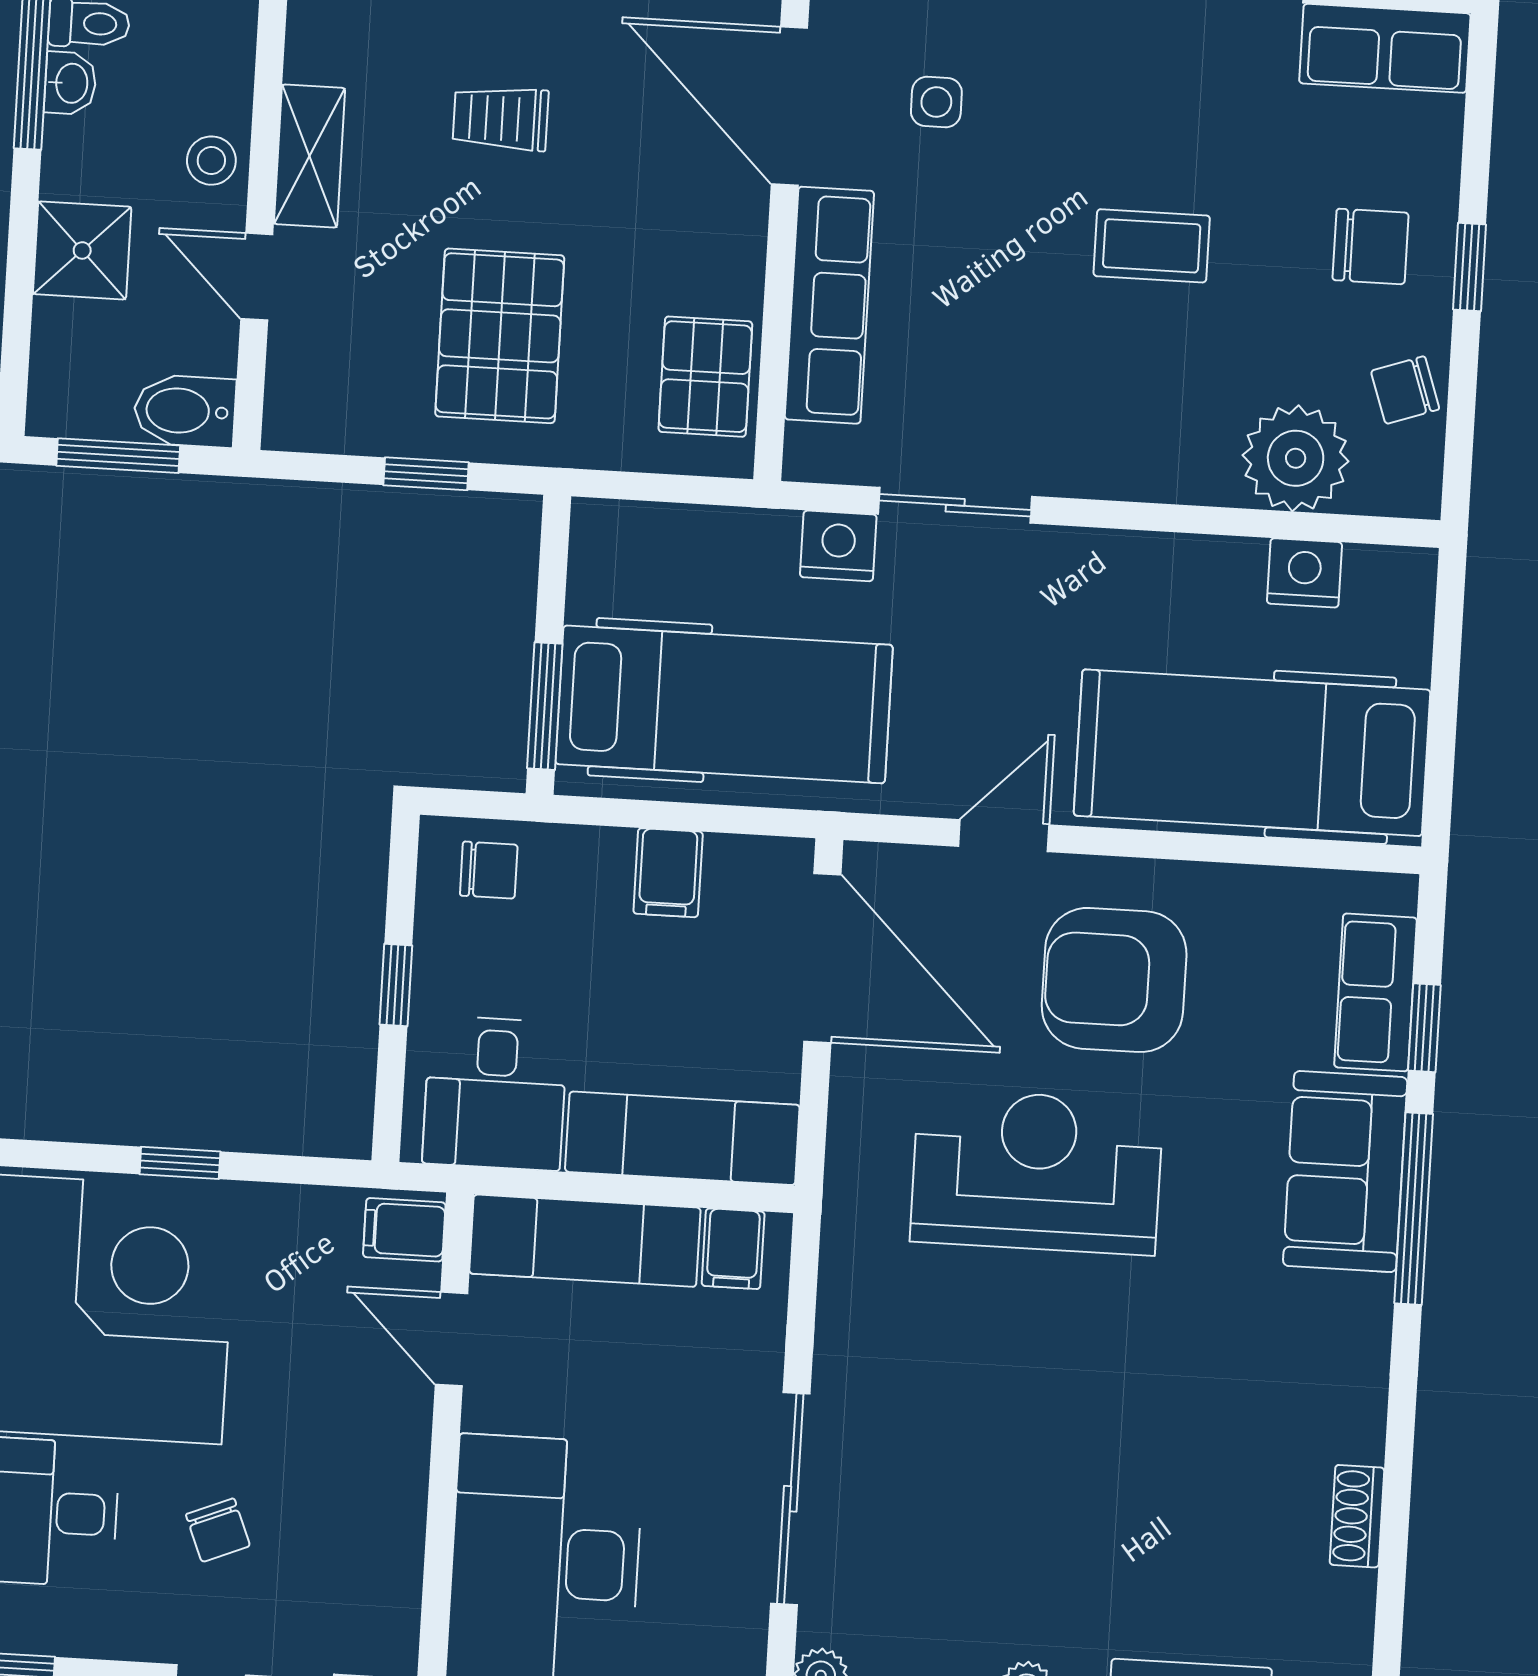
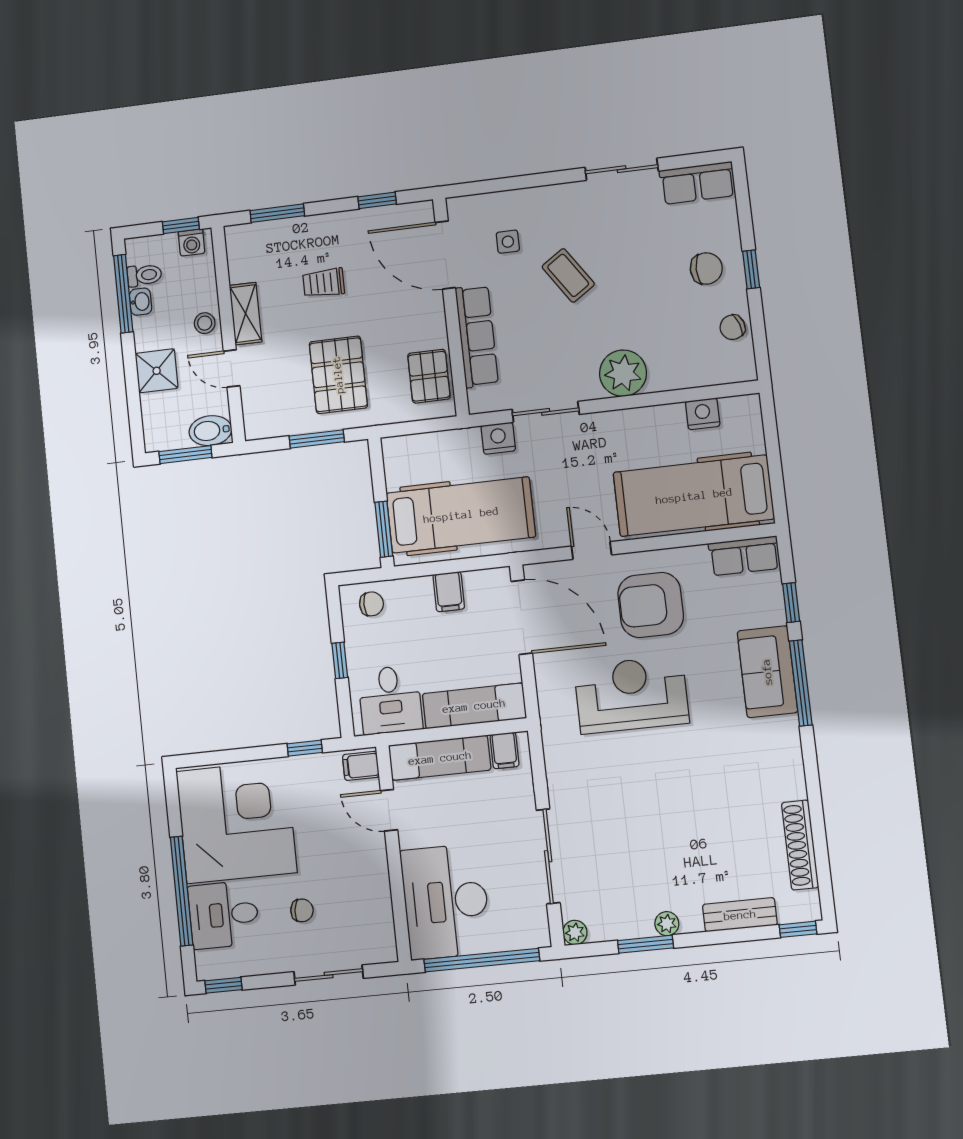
coffee table: (1152, 246) -> (568, 275), moved, turned 56
plant: (1296, 458) -> (623, 373), moved
window: (426, 474) -> (317, 439), width x1.50
door: (1004, 836) -> (591, 550), hinge flipped
row of seats: (1376, 992) -> (744, 556), moved, turned -90
window: (180, 1163) -> (305, 748), moved
shoe rack: (1357, 1516) -> (800, 845), width x1.94, depth x1.24
chair: (218, 1530) -> (302, 910), turned -61

